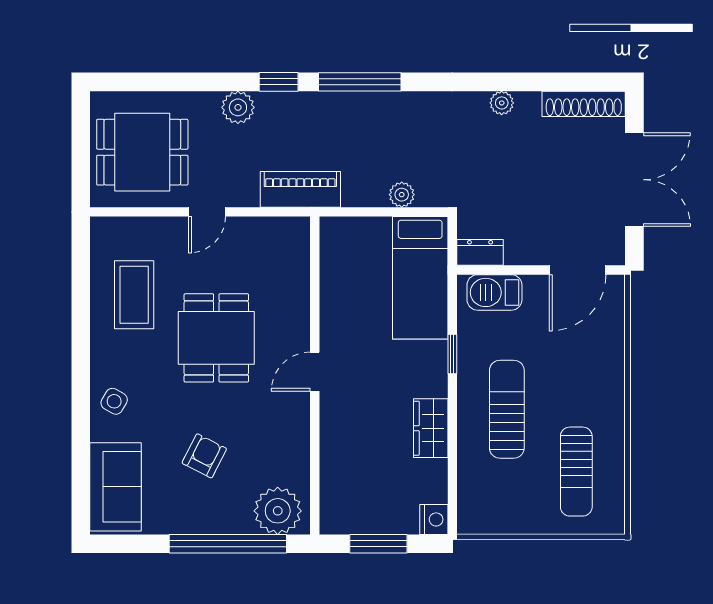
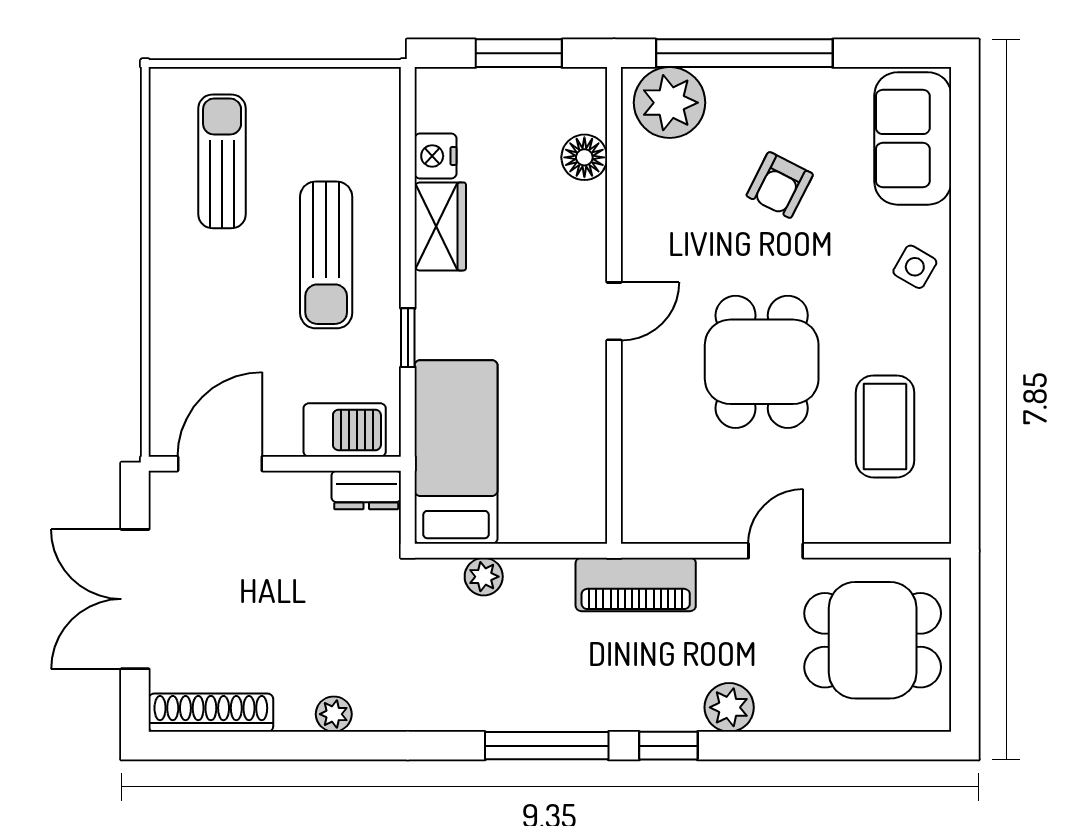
floor lamp: (335, 474) -> (584, 157), added
nightstand: (434, 519) -> (435, 156), moved

